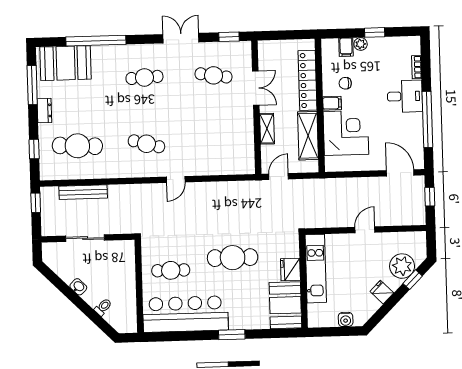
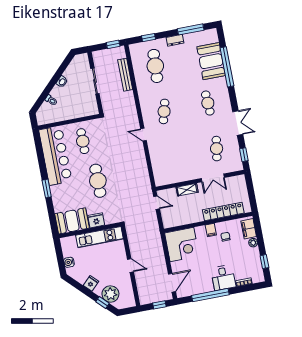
window: (375, 32) -> (264, 262), moved
filing cabinet: (346, 47) -> (249, 229), width x2.00
booth: (66, 63) -> (211, 61), moved
corner desk: (346, 133) -> (182, 245), moved
shelving: (308, 136) -> (187, 218), removed

